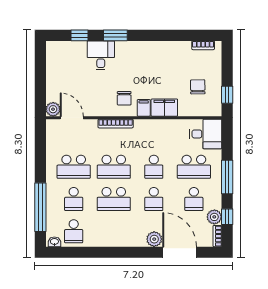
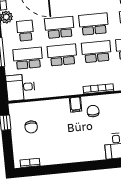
window: (115, 35) -> (106, 164), removed
filing cabinet: (164, 108) -> (58, 106), removed
school desk: (154, 167) -> (62, 55), width x1.85
school desk: (154, 199) -> (59, 27), width x1.85

